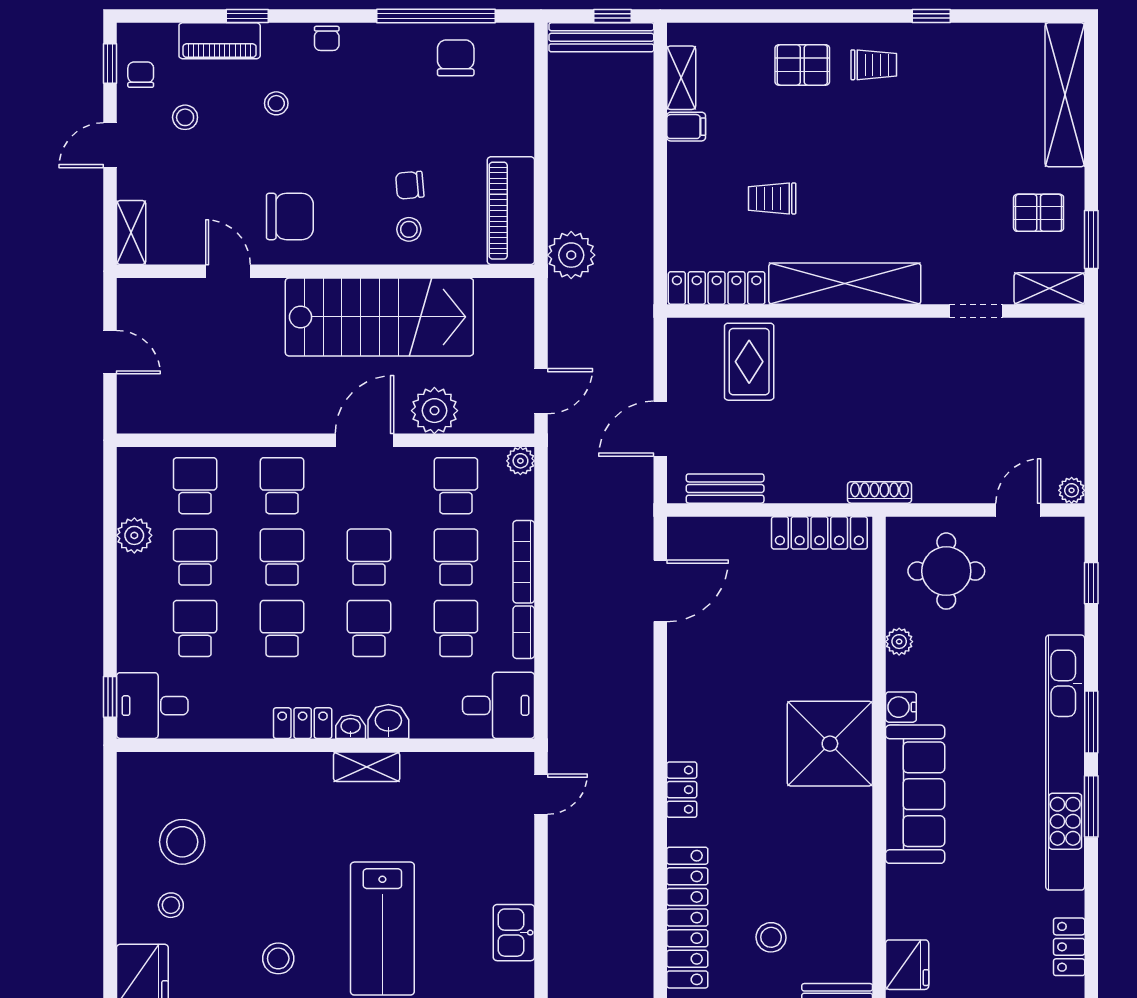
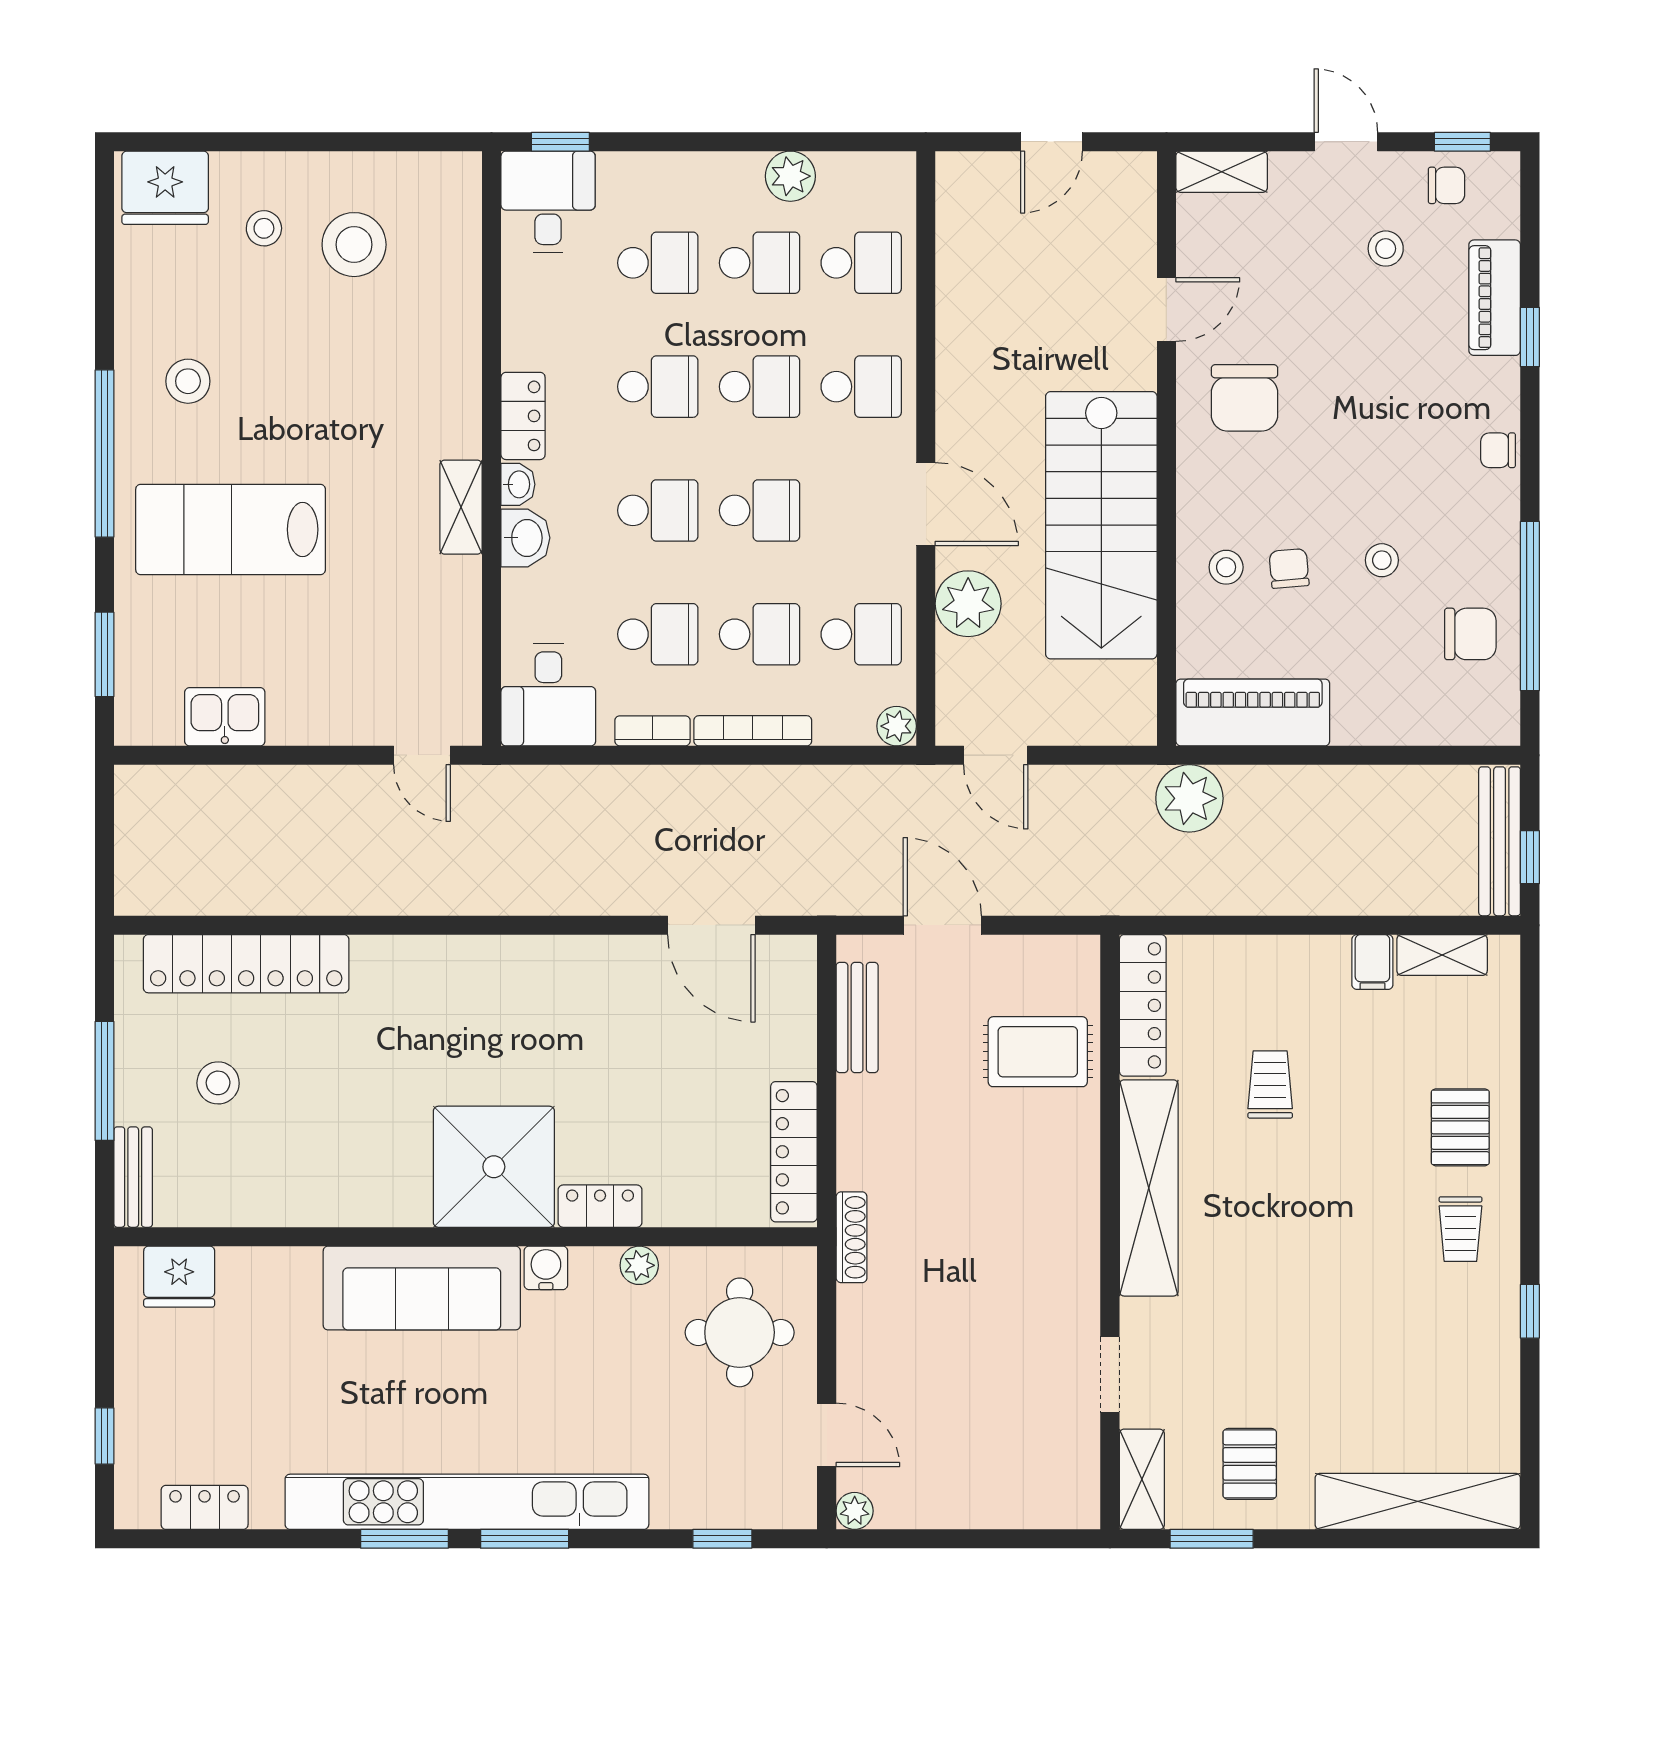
stool: (276, 103) -> (1382, 560), moved
locker: (682, 790) -> (600, 1206), moved, turned 180

